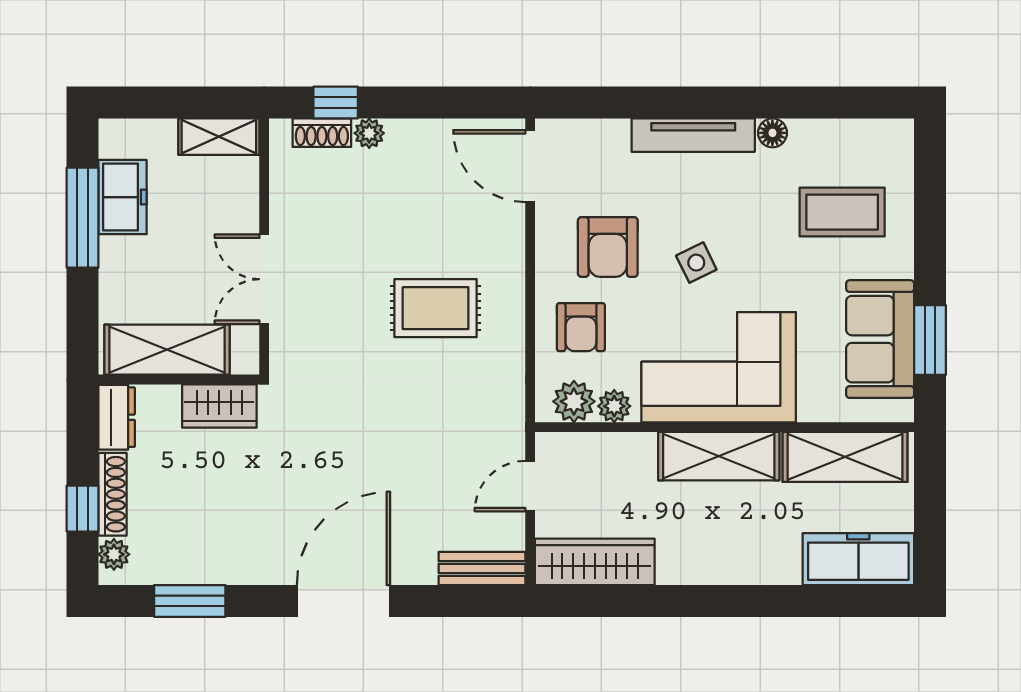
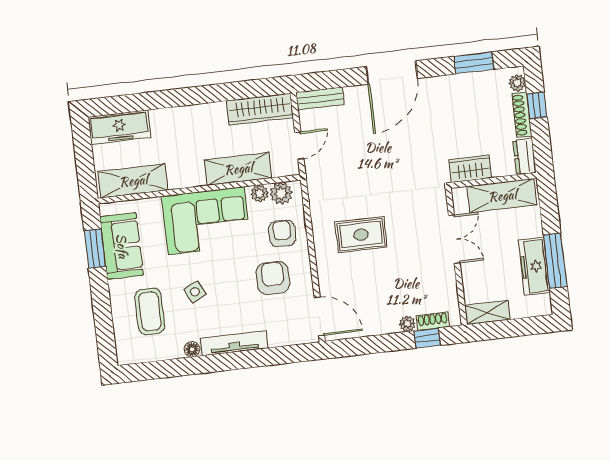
freezer: (123, 197) -> (534, 266), width x1.40
coffee table: (842, 212) -> (150, 311), turned 90
side table: (696, 263) -> (195, 292), moved
shelving: (719, 456) -> (238, 169), moved

